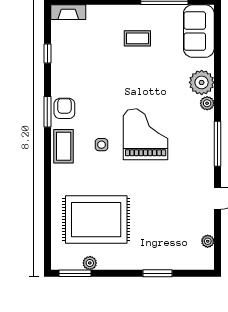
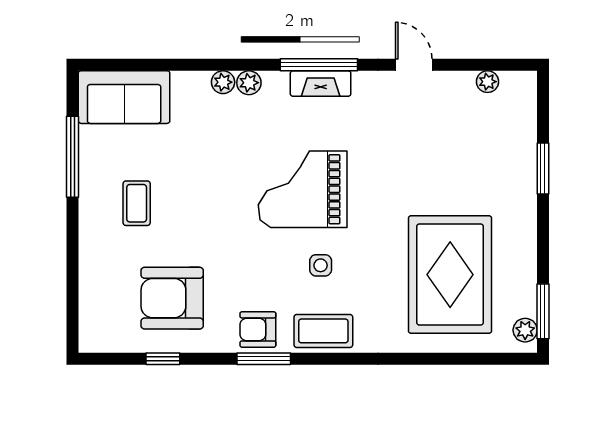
fireplace: (68, 12) -> (321, 84), moved, turned 90
armchair: (83, 59) -> (172, 298), added
plant: (202, 82) -> (223, 82), width x0.53, depth x0.53
plant: (90, 263) -> (525, 330), moved

